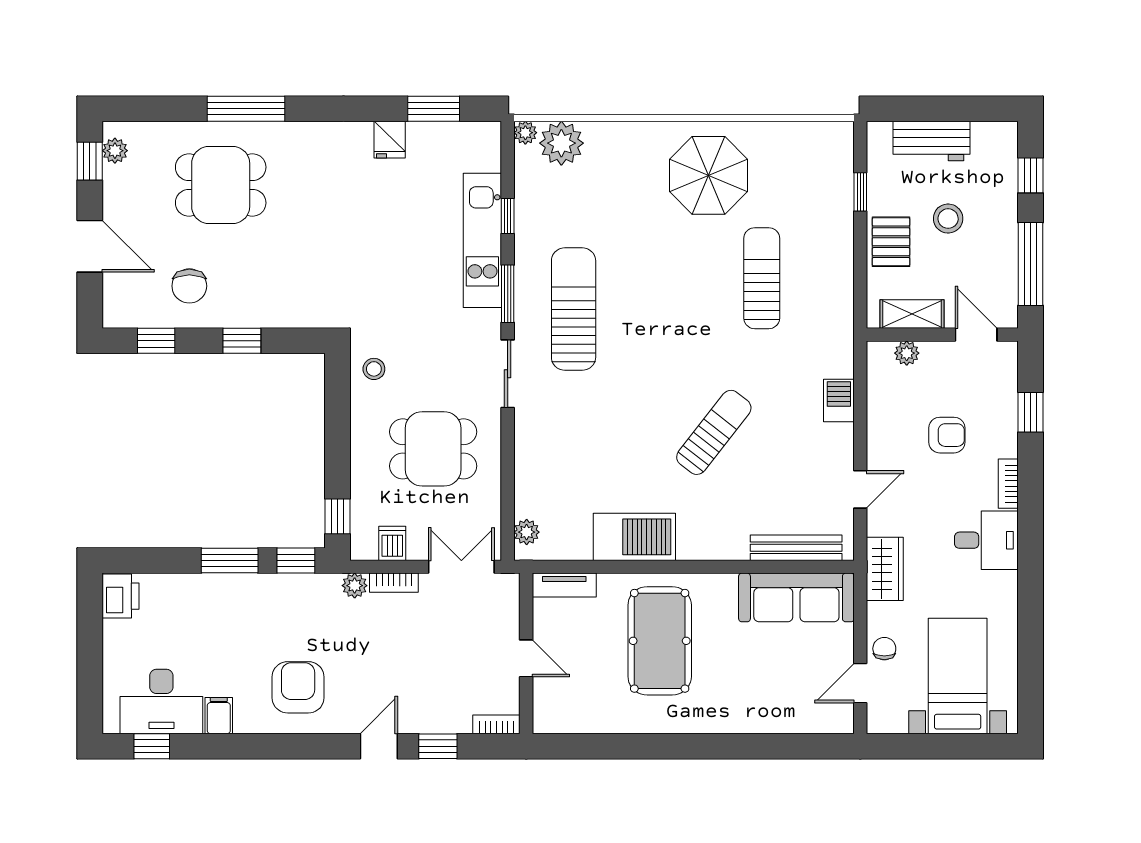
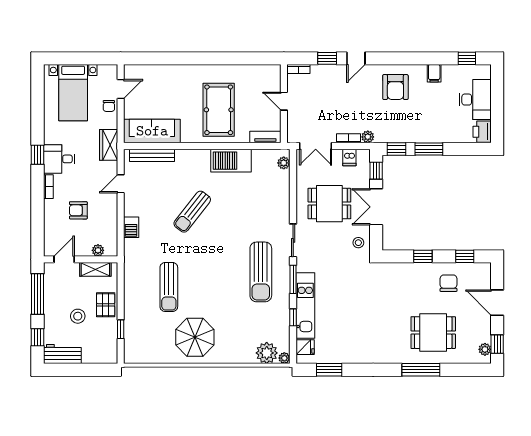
fridge: (390, 140) -> (305, 347), moved, turned 90
workbench: (932, 141) -> (62, 354), moved
door: (976, 335) -> (64, 259), swing flipped
window: (1030, 412) -> (37, 155), moved
double door: (337, 442) -> (376, 207), added
desk: (161, 701) -> (475, 100), moved, turned 90

